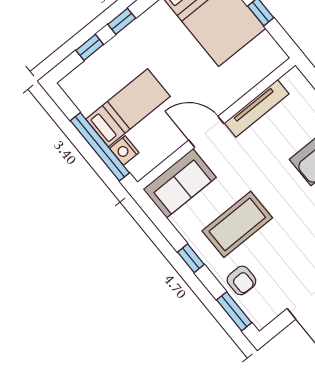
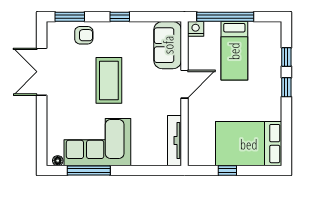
tv unit: (257, 108) -> (174, 141), moved
nightstand: (124, 150) -> (196, 29), moved
coffee table: (237, 224) -> (109, 80), moved
armchair: (241, 280) -> (84, 35), turned 180

